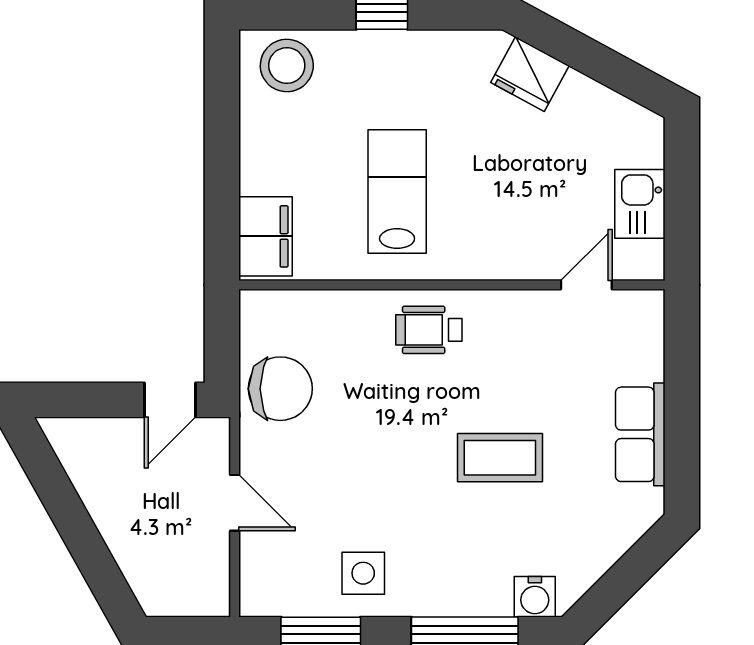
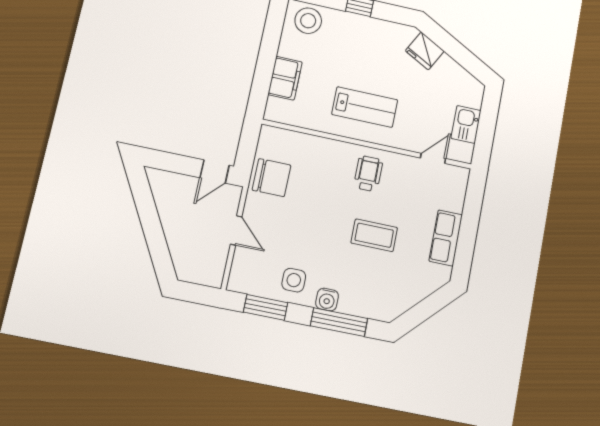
lab bench: (397, 191) -> (365, 107), moved, turned 90
filing cabinet: (266, 236) -> (285, 78), moved
wheelchair: (429, 330) -> (368, 174), moved, turned 90
water cooler: (535, 597) -> (327, 300), moved

